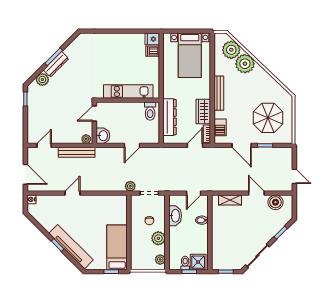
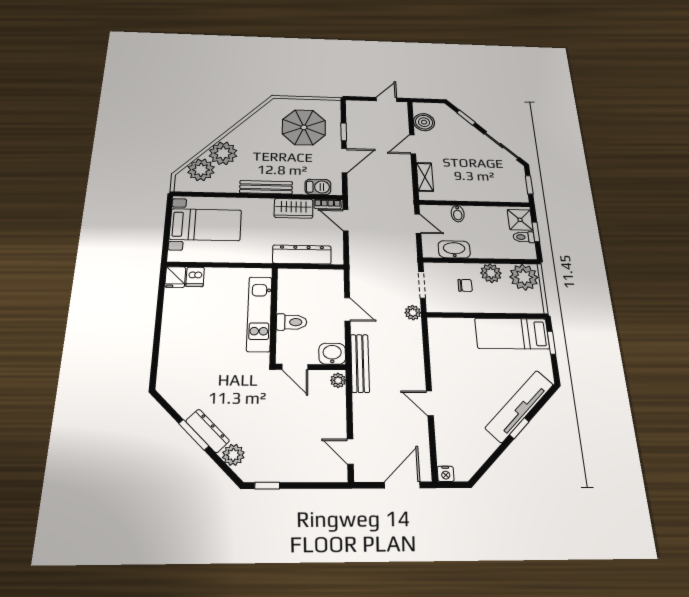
toilet: (150, 111) -> (292, 322), moved
bench: (77, 152) -> (360, 363), moved
plant: (160, 260) -> (524, 277), width x1.88, depth x1.88

